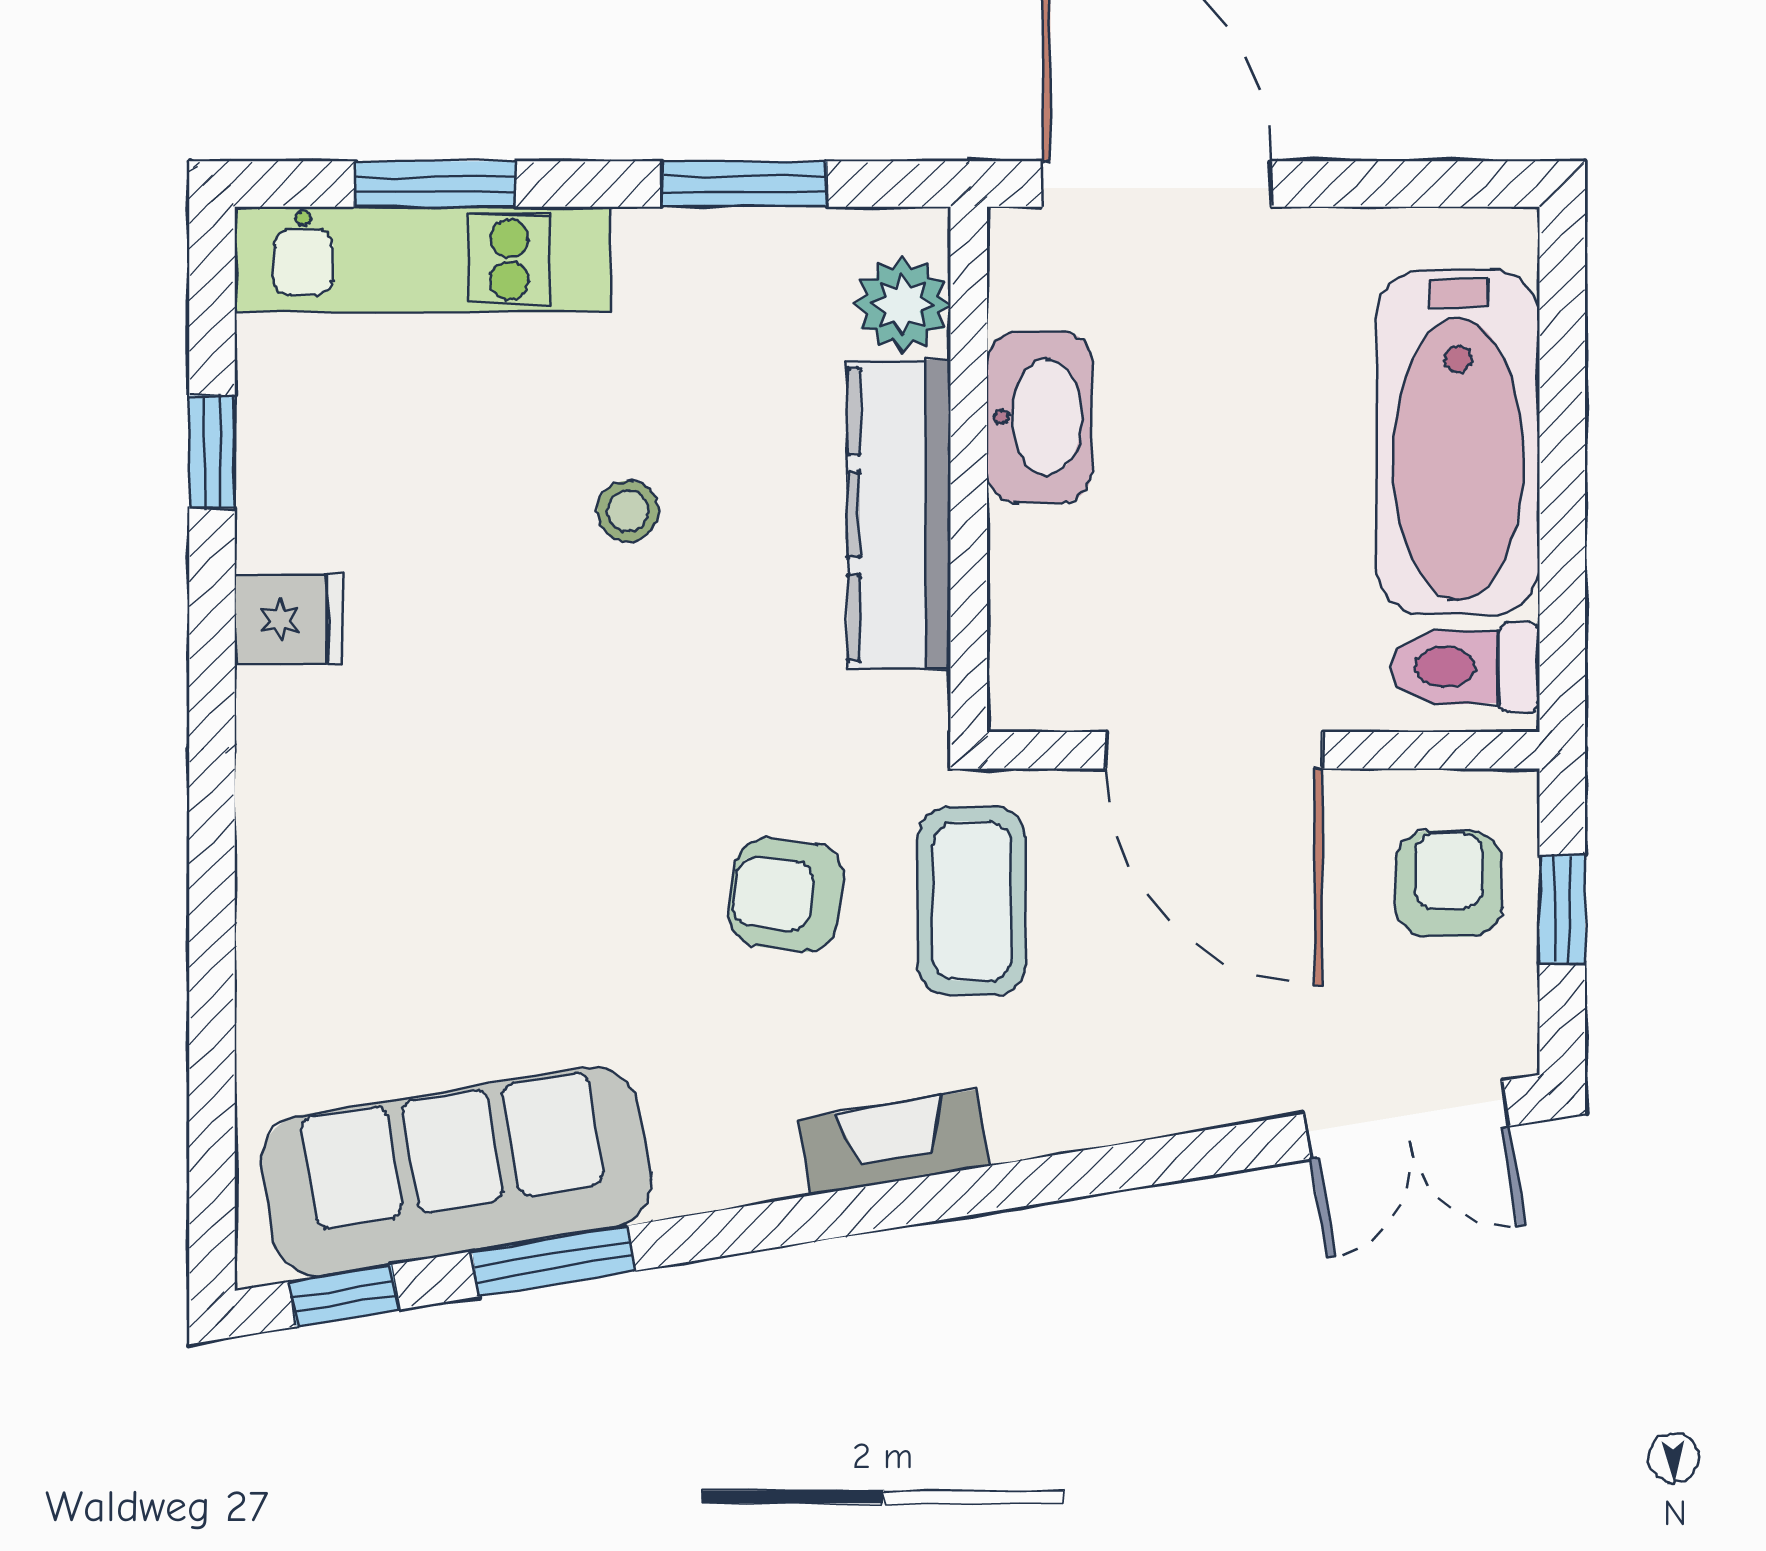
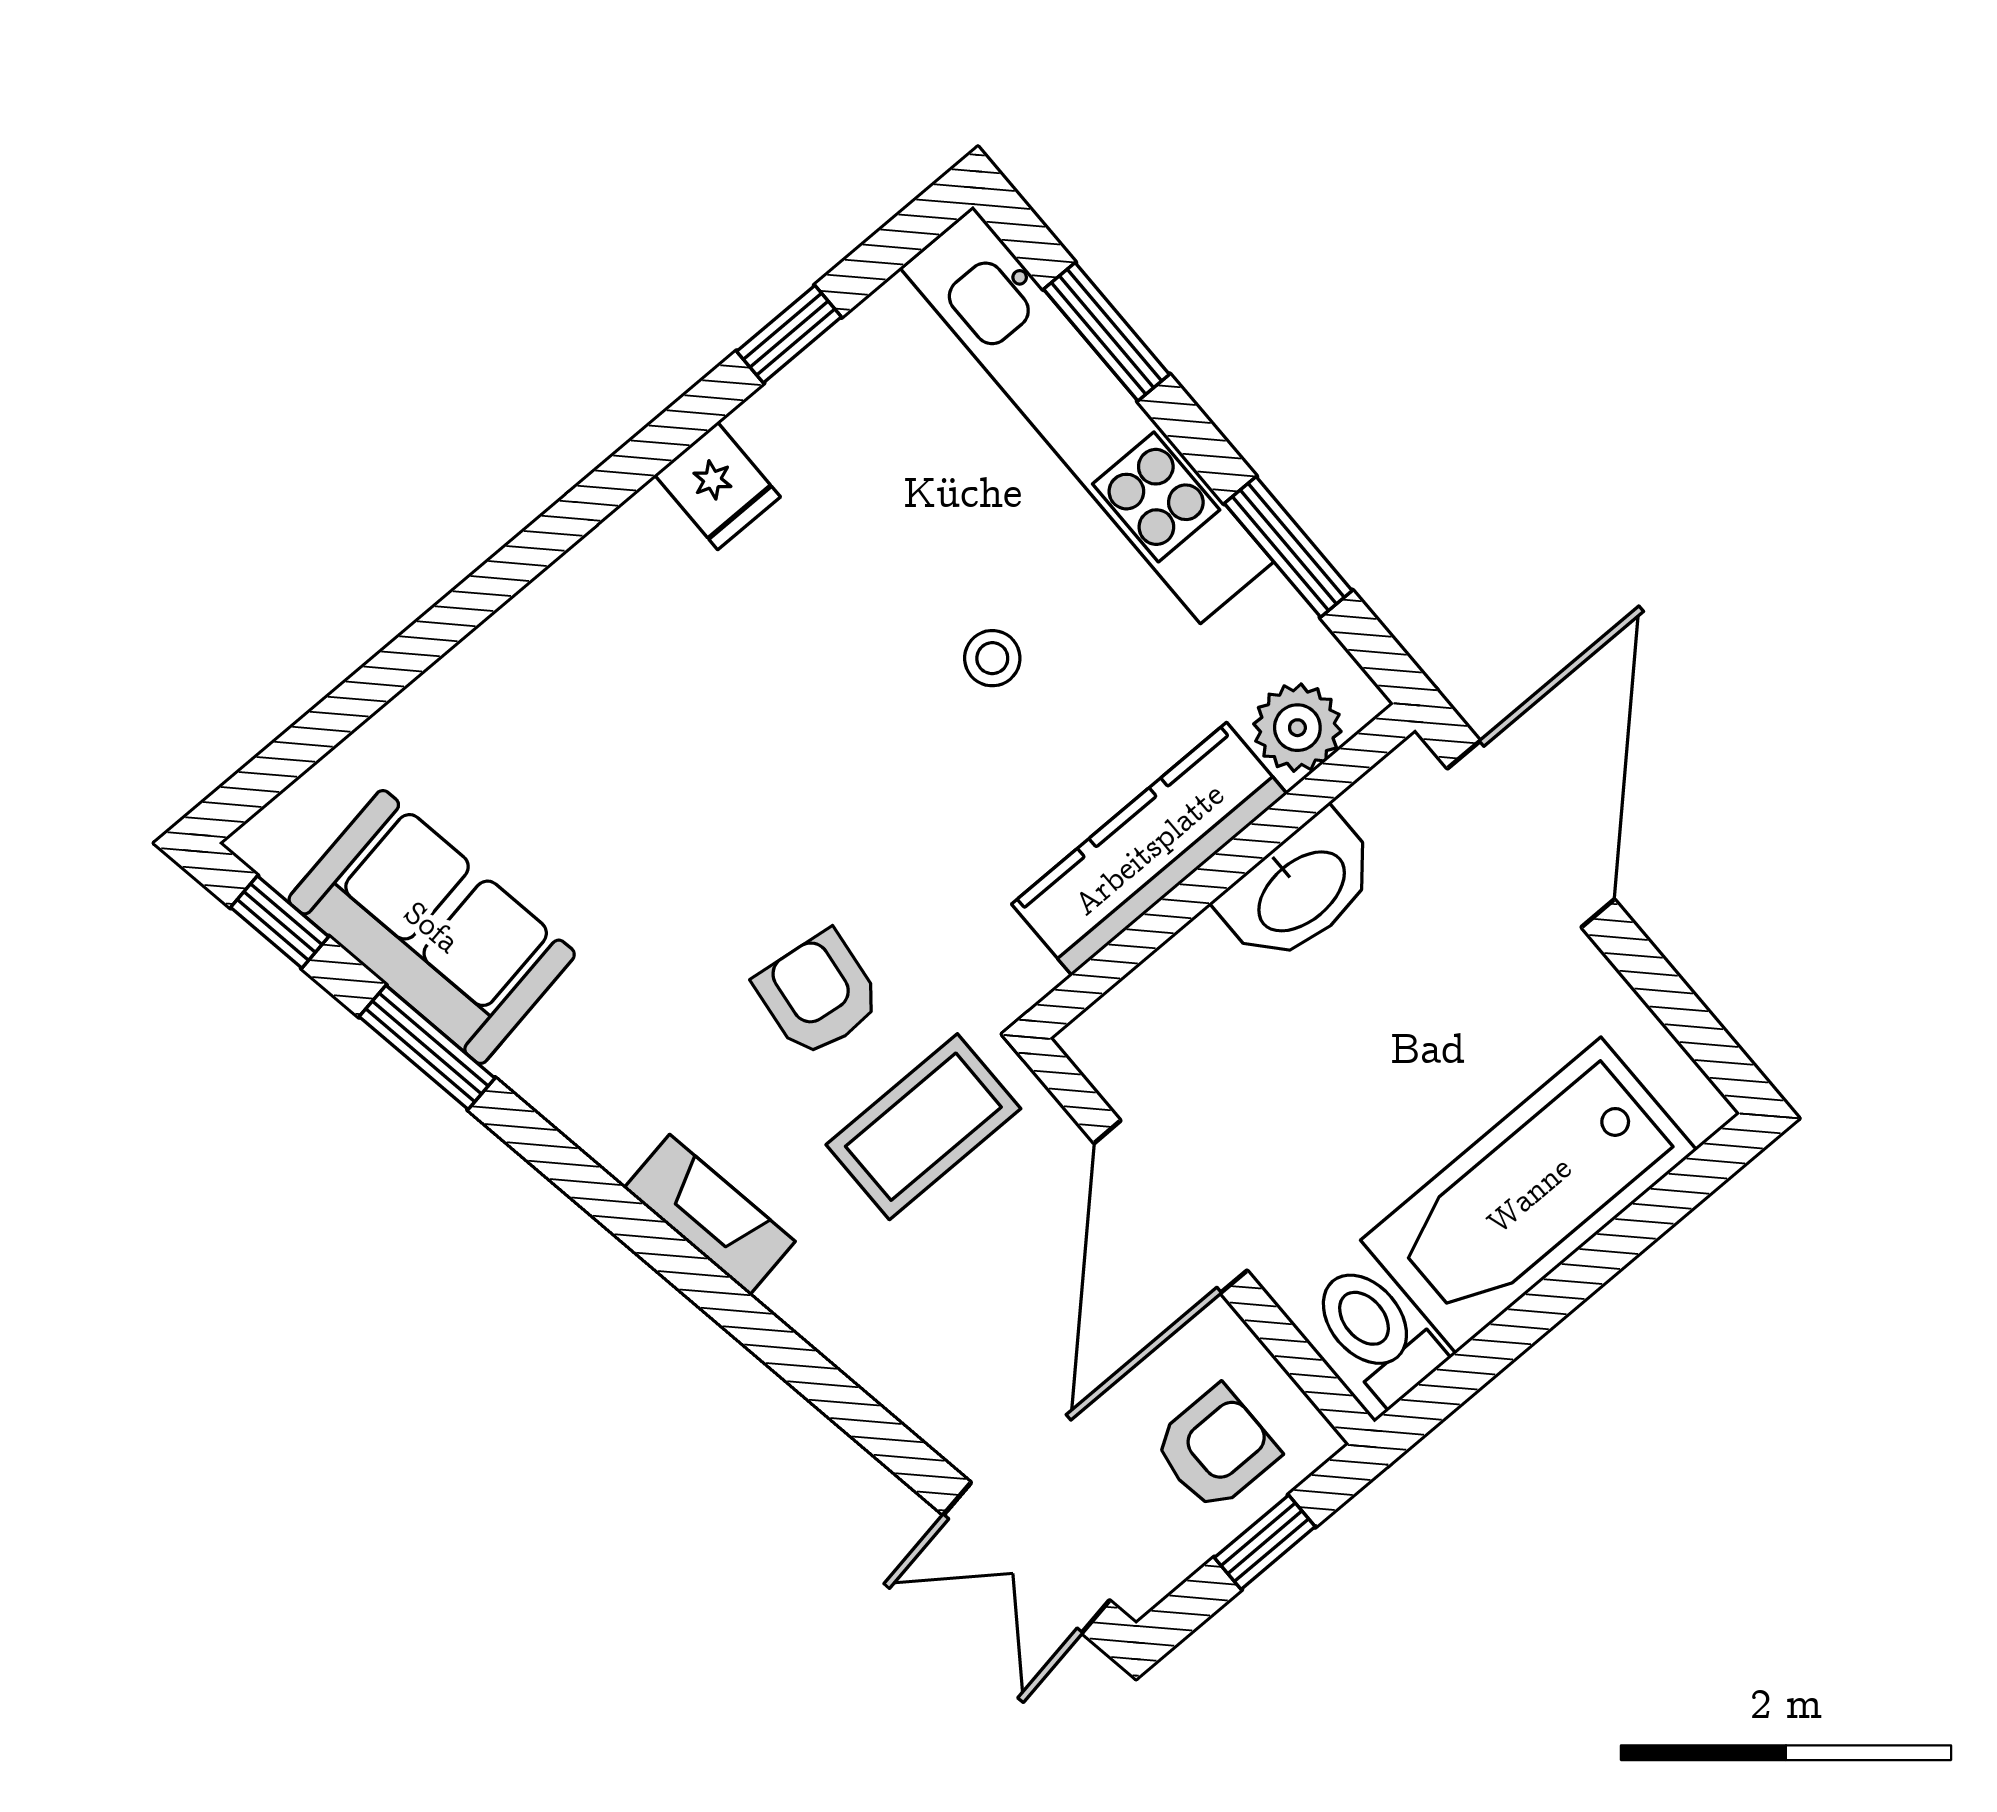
kitchen unit: (423, 259) -> (1087, 415), width x1.36
sofa: (456, 1172) -> (432, 927), width x0.73

